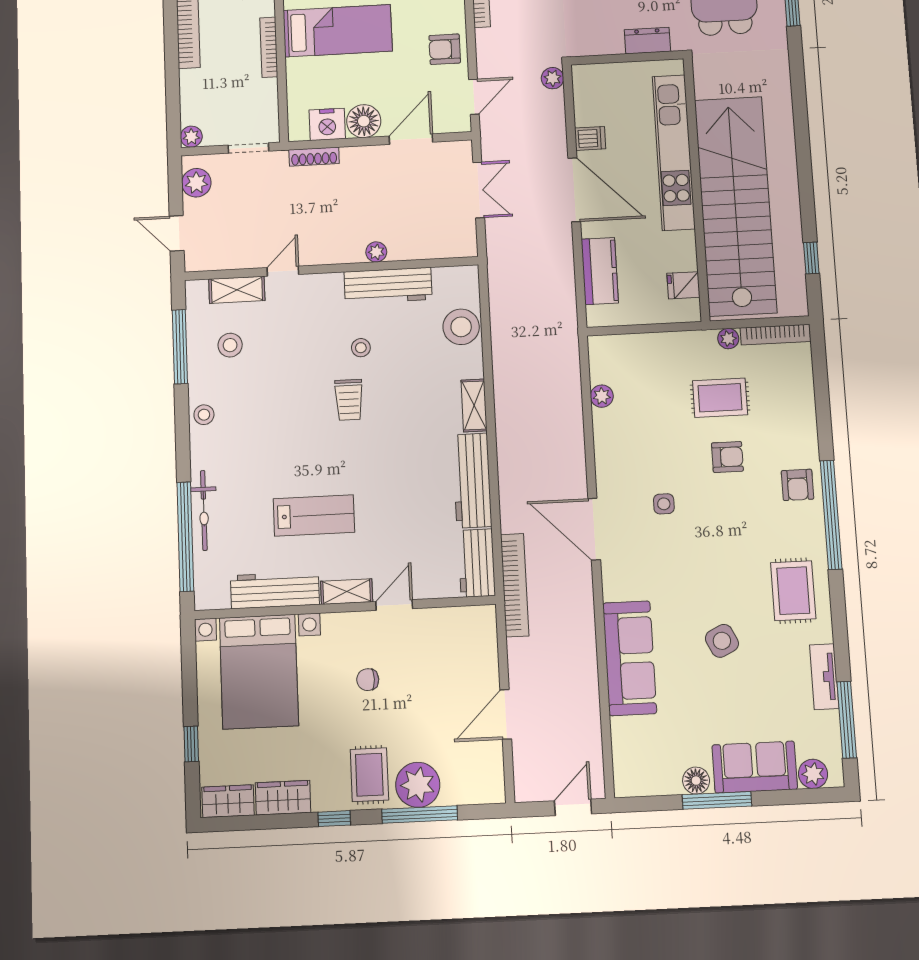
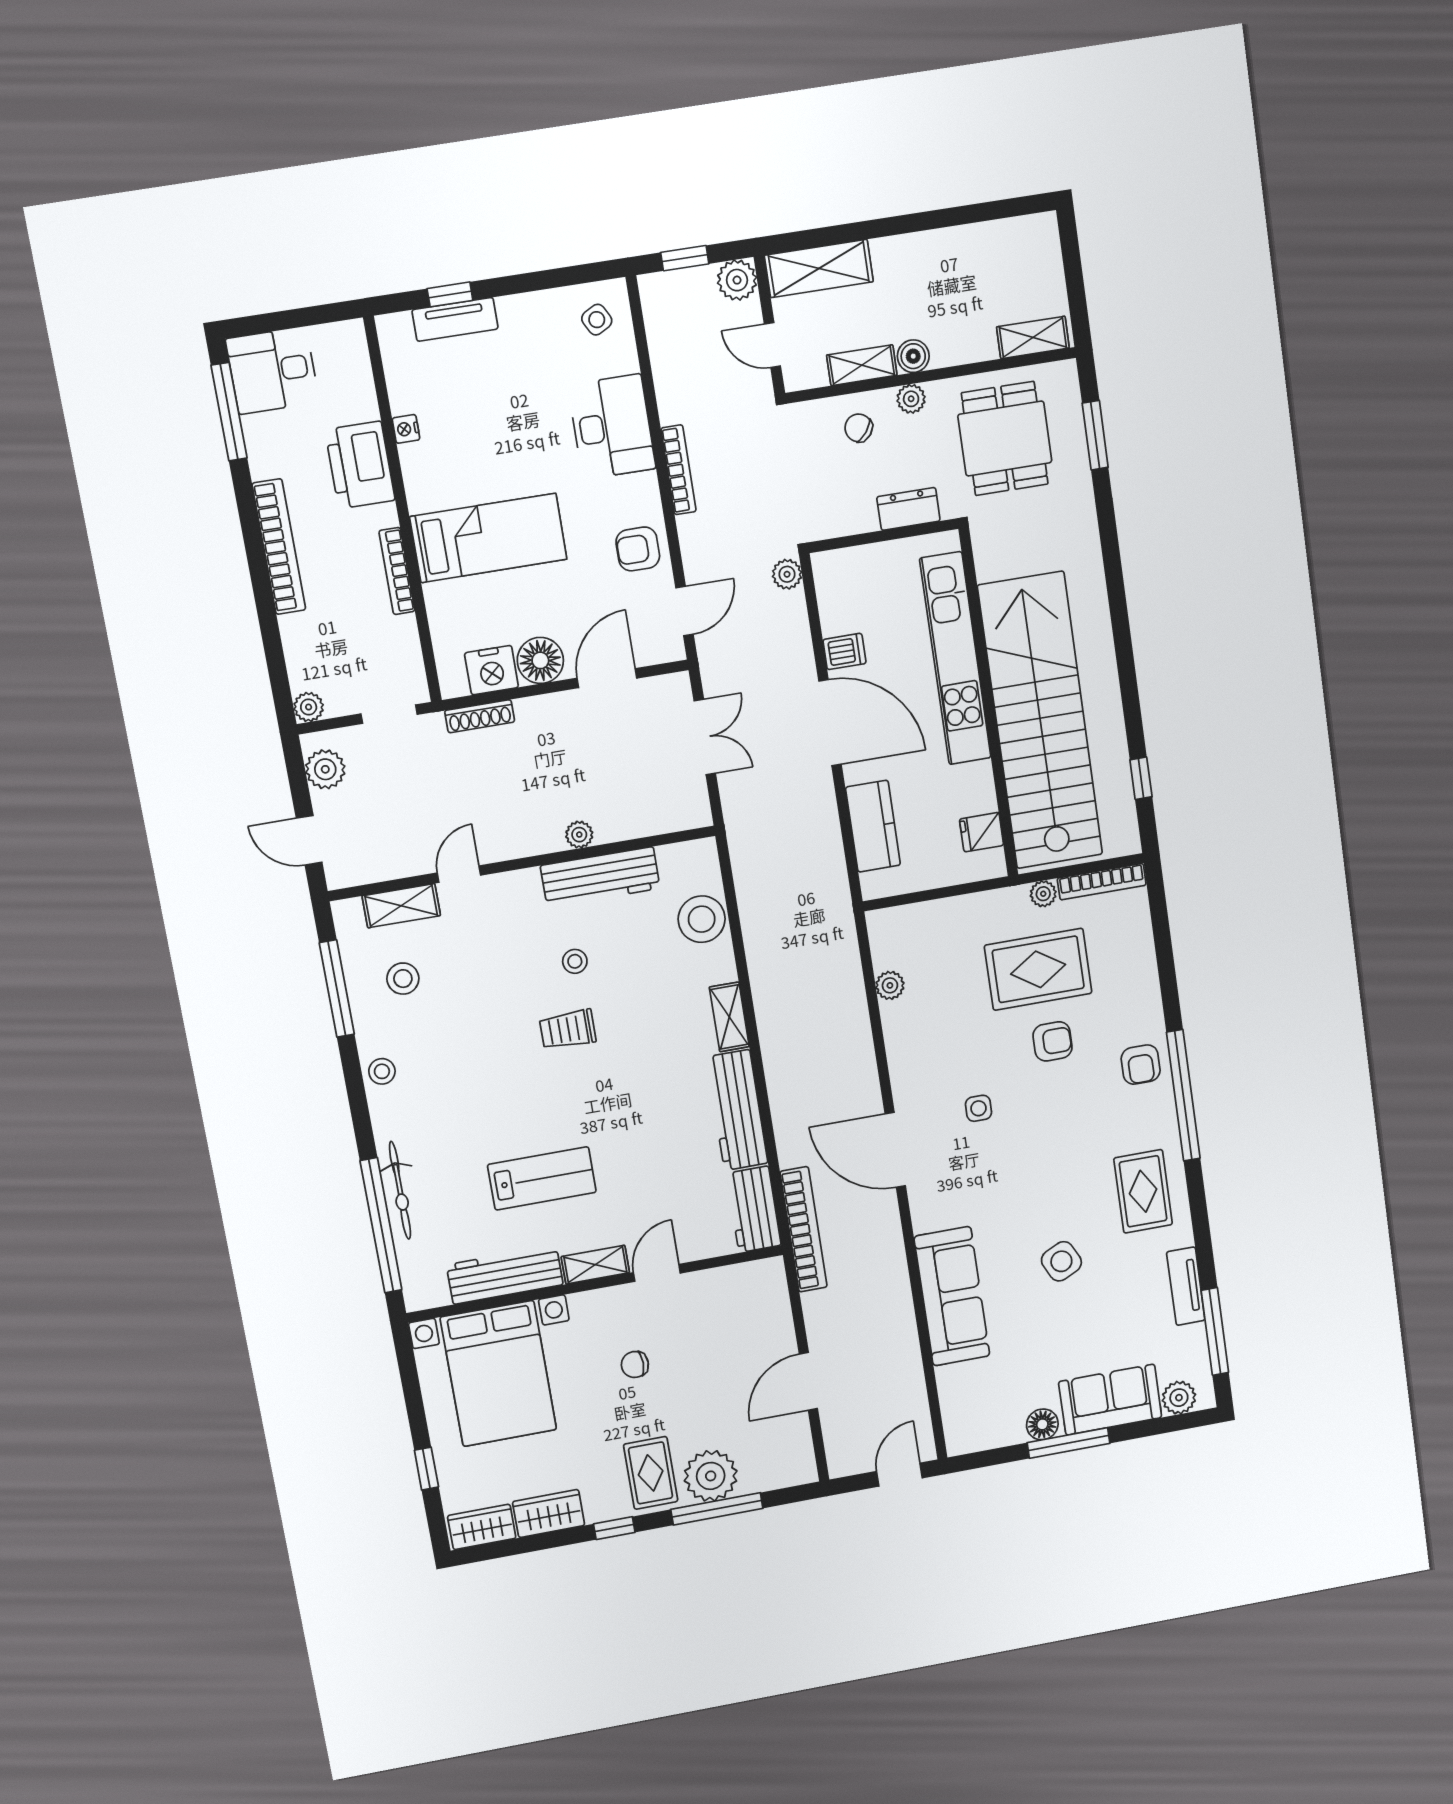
rug: (720, 398) -> (1038, 969), width x1.36, depth x1.43
trolley: (349, 400) -> (568, 1030), turned 90

